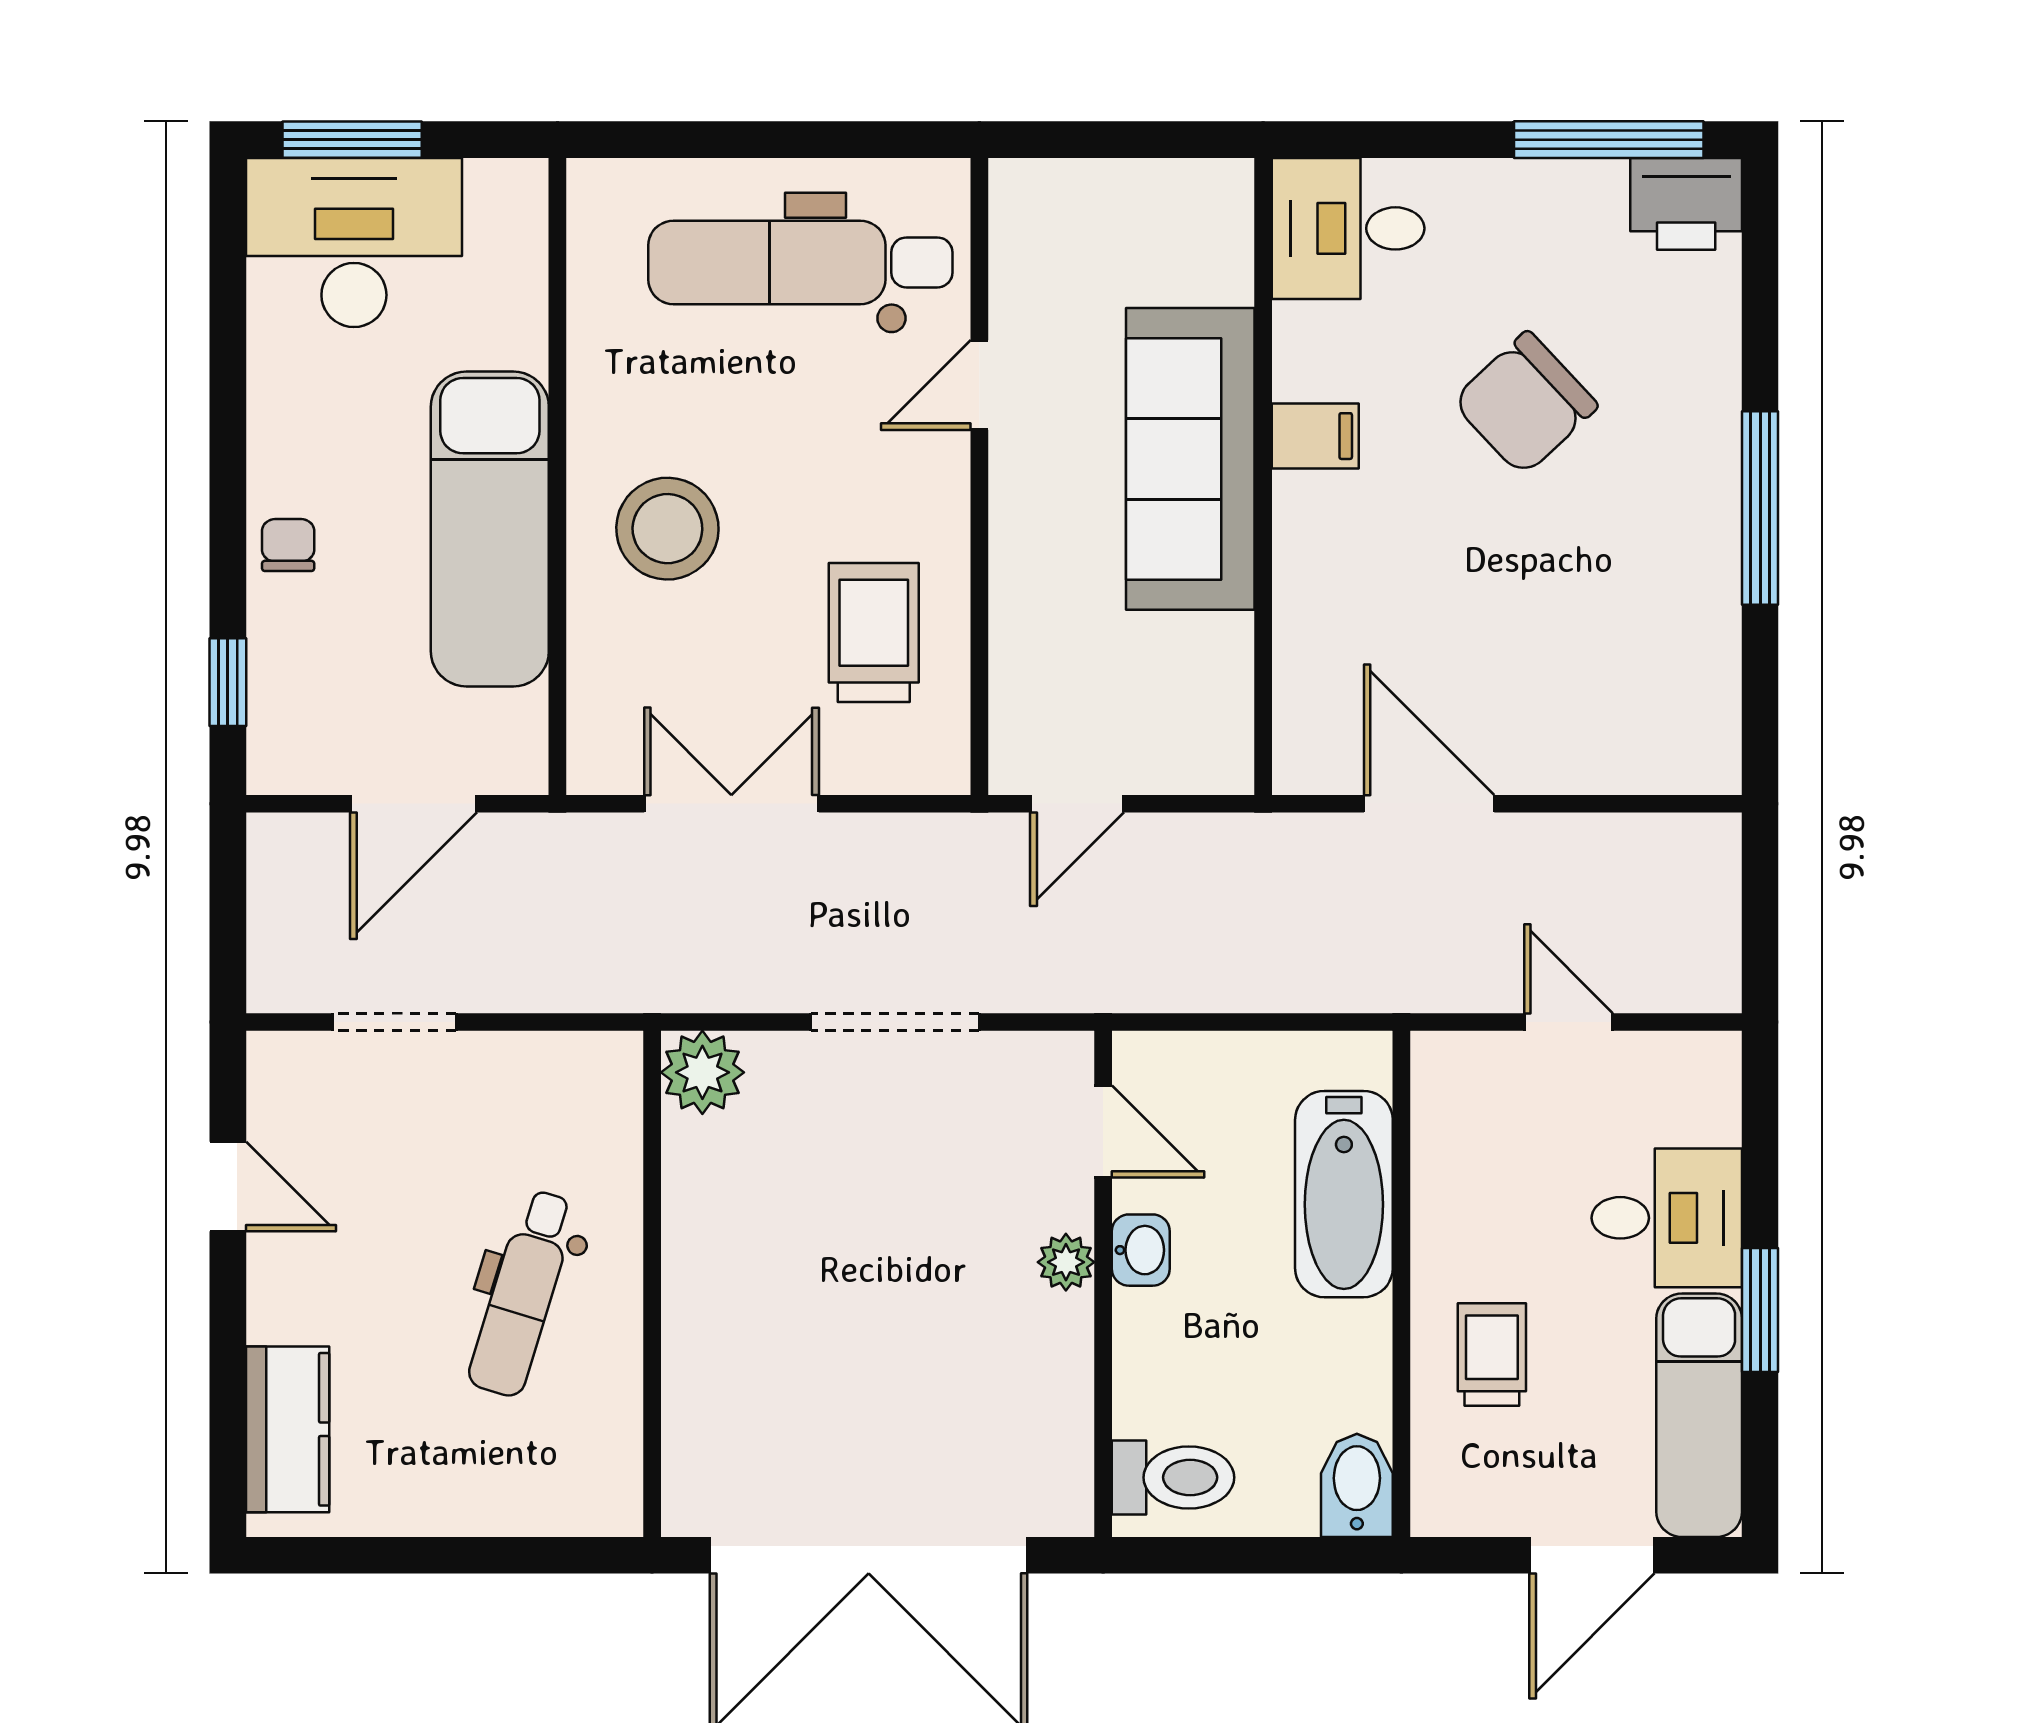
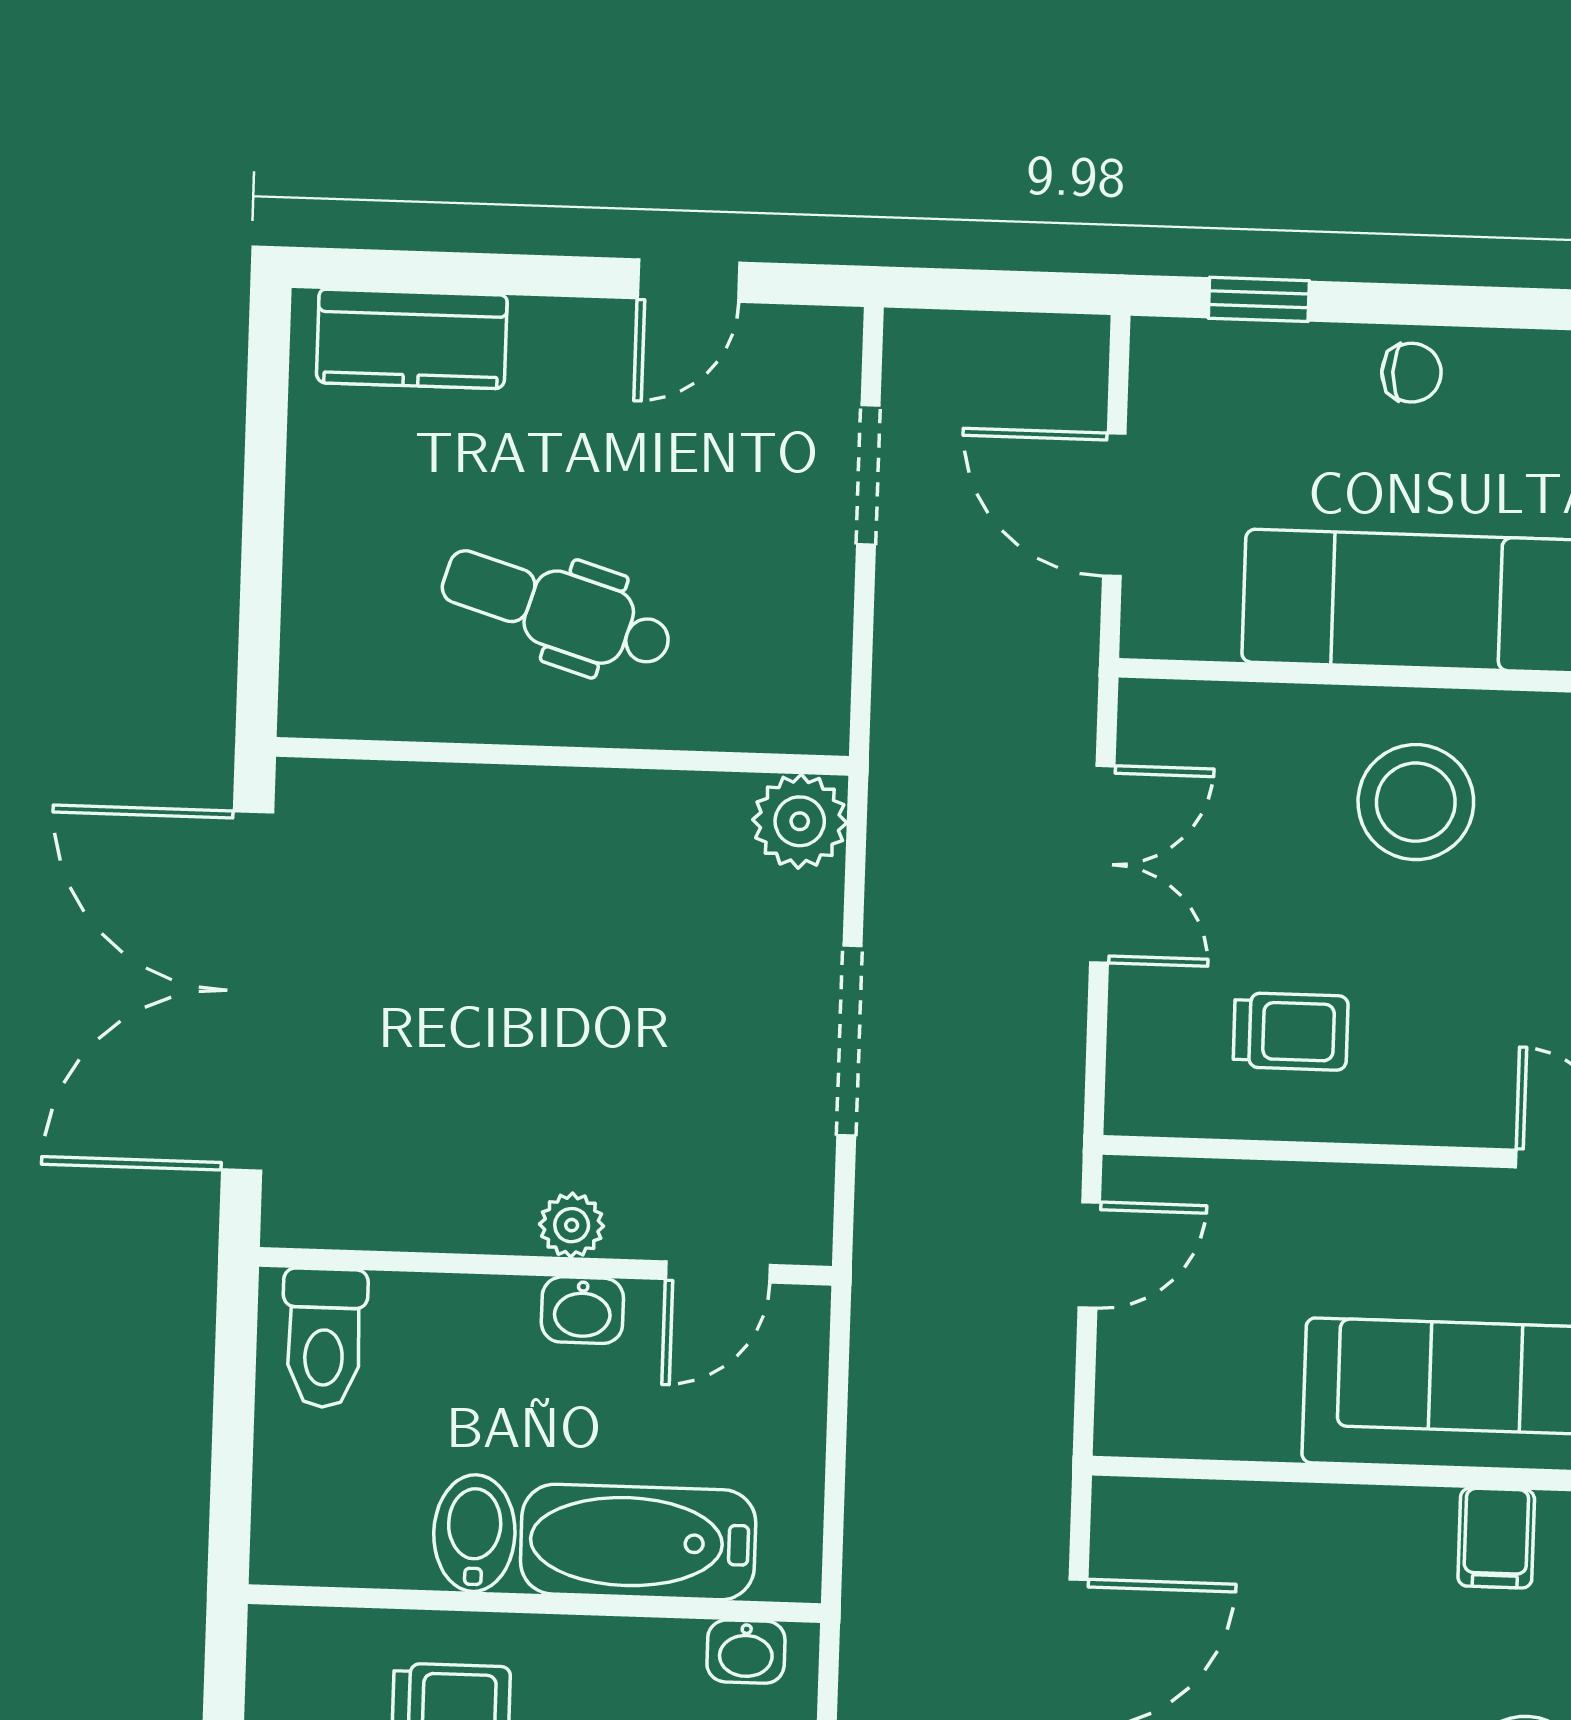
trolley: (874, 633) -> (1291, 1031), width x0.73, depth x0.72
door: (1077, 804) -> (1089, 1255), swing flipped
washbasin: (1438, 1096) -> (746, 1652), added
bidet: (1357, 1485) -> (474, 1533), moved, turned -90

